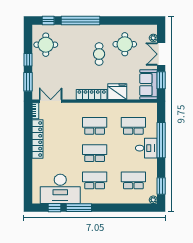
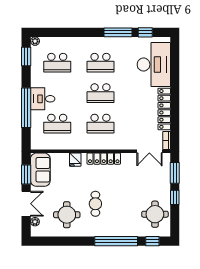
fridge: (117, 92) -> (75, 160), width x0.53, depth x0.75
desk: (60, 189) -> (154, 65), moved, turned 90

